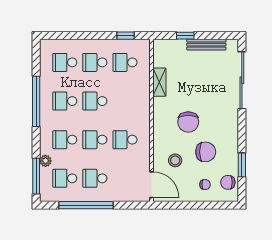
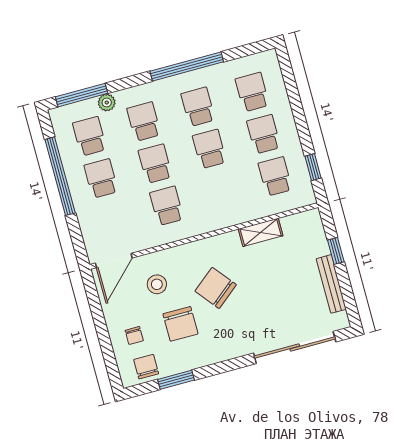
chair: (188, 122) -> (216, 288), turned 51

